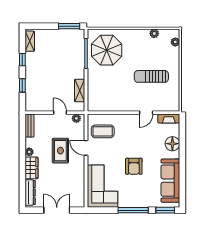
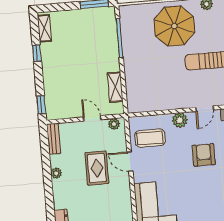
parasol: (107, 50) -> (174, 26), moved
window: (22, 85) -> (41, 105), moved
plant: (126, 120) -> (180, 120), added
armchair: (134, 166) -> (204, 155), moved, turned 180
wardrobe: (31, 168) -> (61, 194), removed

